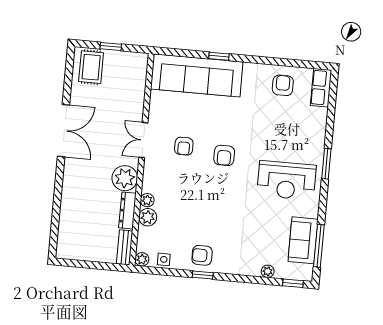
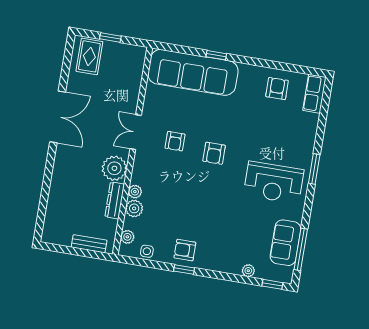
bench: (125, 247) -> (89, 244), moved, turned 90
plant: (142, 259) -> (127, 237), moved

